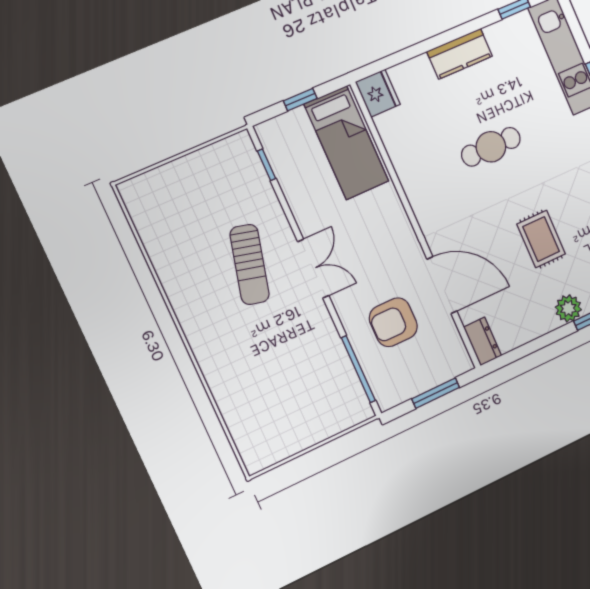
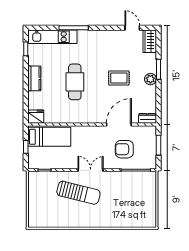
cafe table: (491, 147) -> (75, 82), width x1.37, depth x1.35
sun lounger: (250, 264) -> (78, 193), width x1.36, depth x1.34
armchair: (393, 322) -> (124, 149), turned 90

